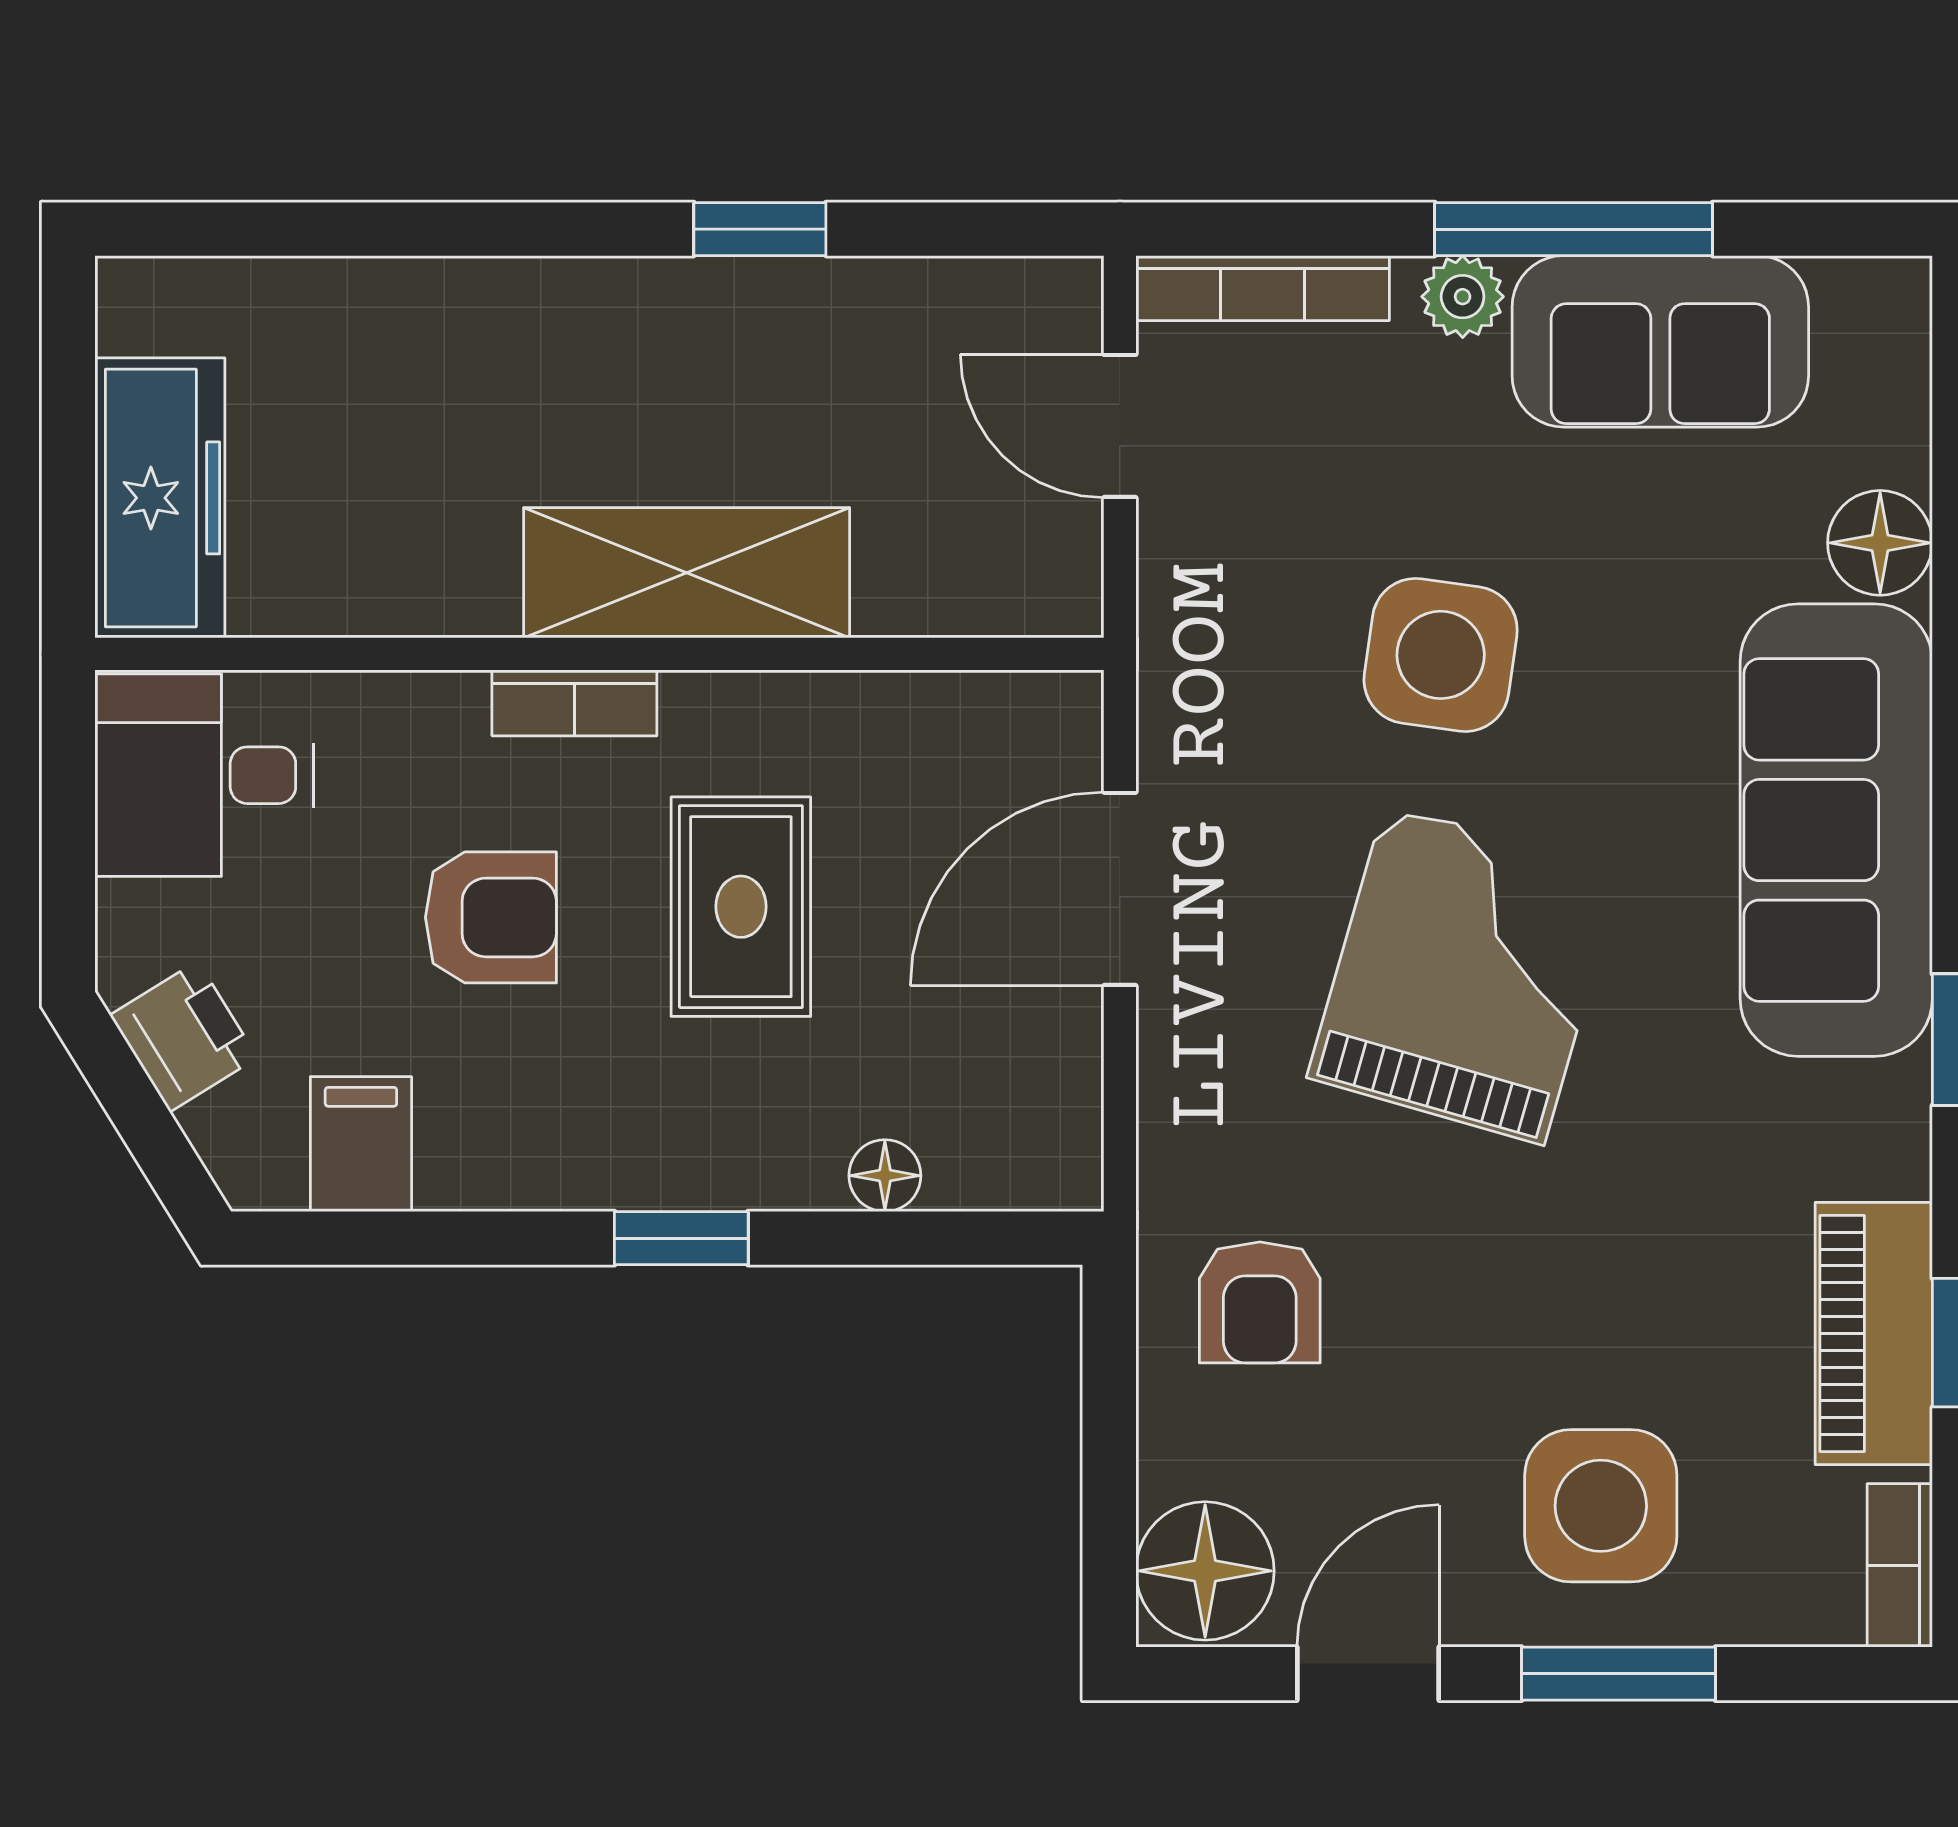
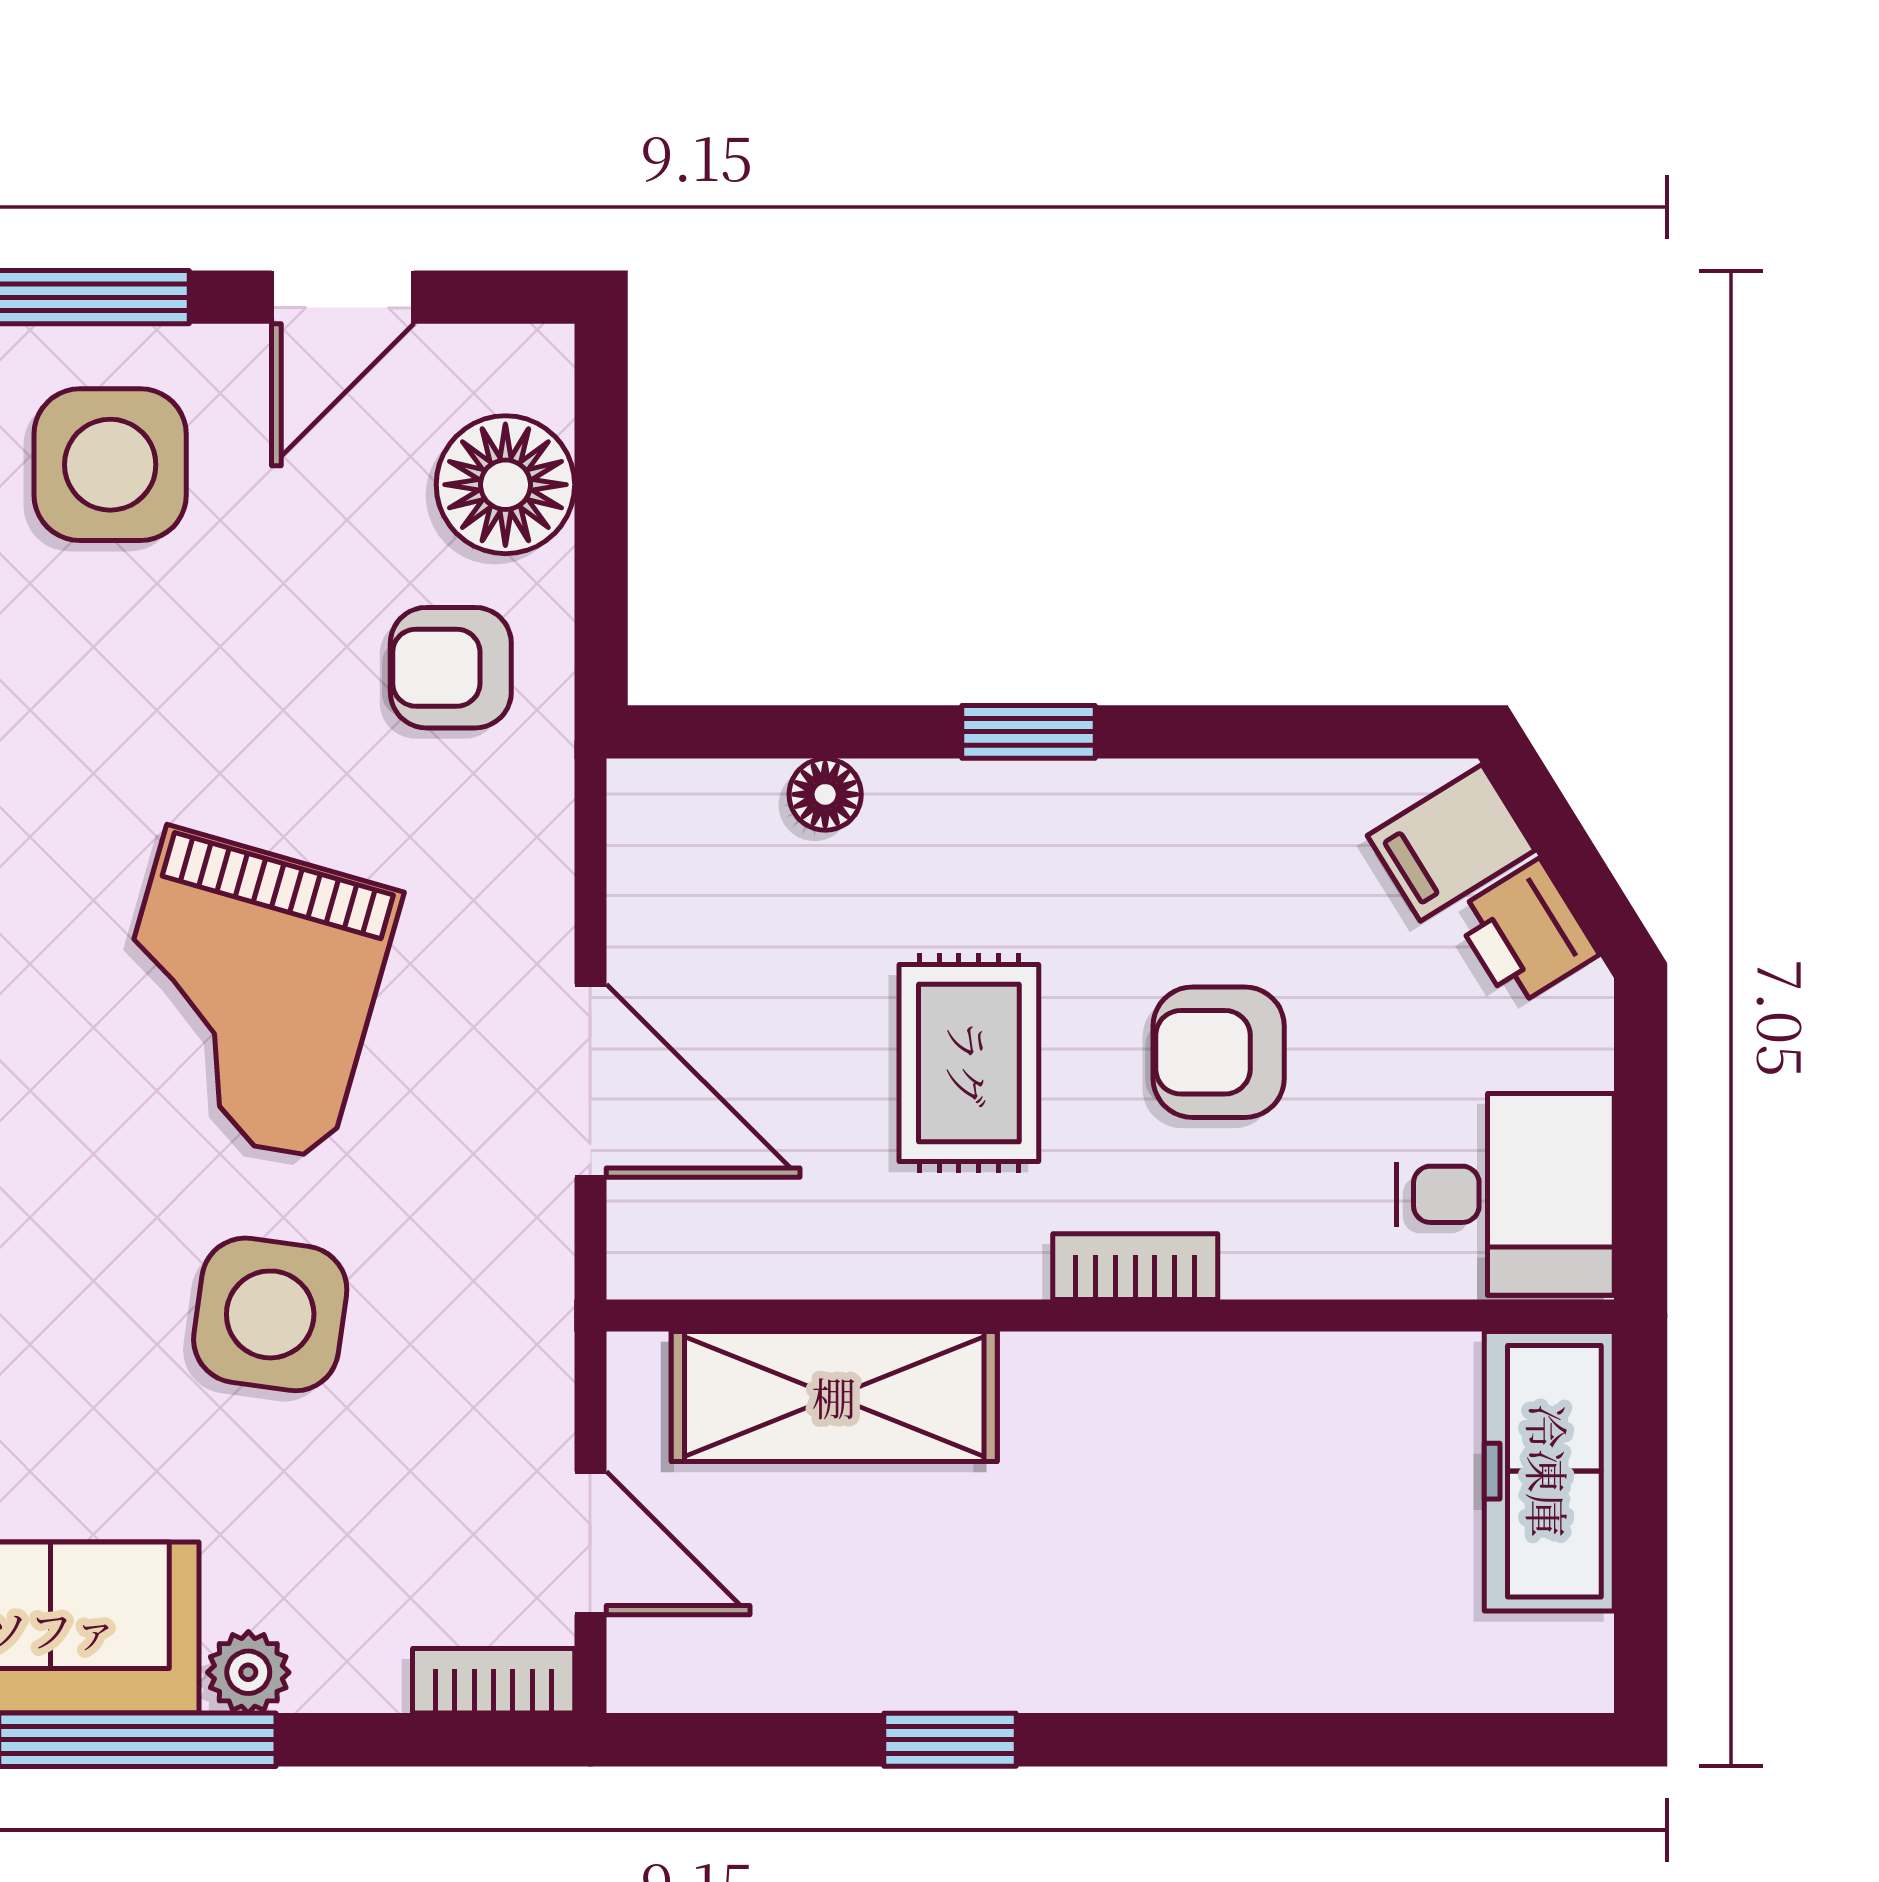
bookcase: (1263, 288) -> (494, 1681), width x0.64
shelving: (687, 573) -> (834, 1396), moved
door: (1120, 889) -> (590, 1081), hinge flipped
filing cabinet: (361, 1144) -> (1451, 843), moved, turned 58
armchair: (1260, 1302) -> (451, 668), turned -90
floor lamp: (1205, 1571) -> (505, 485), moved

